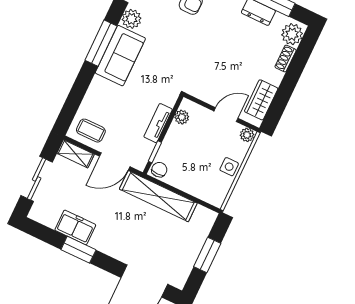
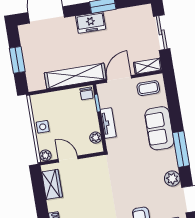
sofa: (120, 56) -> (159, 128), moved
door: (226, 115) -> (68, 159), swing flipped
freezer: (75, 227) -> (91, 22), moved

